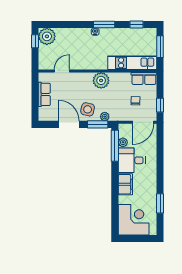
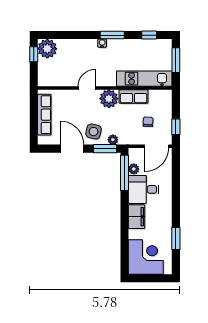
door: (62, 71) -> (87, 88), moved
row of seats: (144, 78) -> (134, 96), moved
row of seats: (44, 94) -> (44, 115), width x1.48

